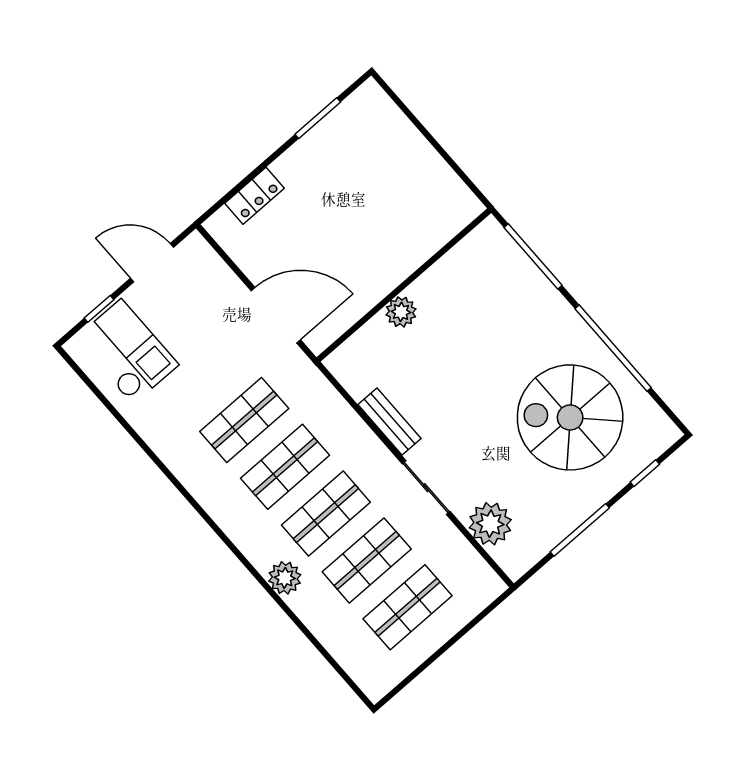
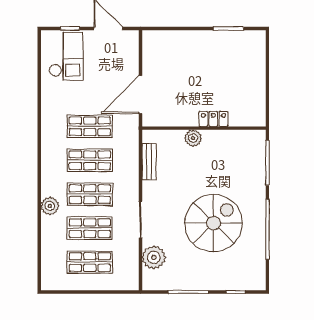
locker: (254, 196) -> (213, 119), moved, turned 180
door: (276, 315) -> (140, 95), swing flipped
spiral stairs: (570, 417) -> (214, 223), moved, turned 90
bench: (389, 421) -> (149, 162), moved

